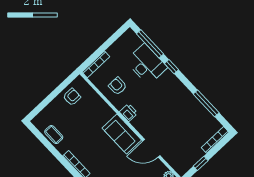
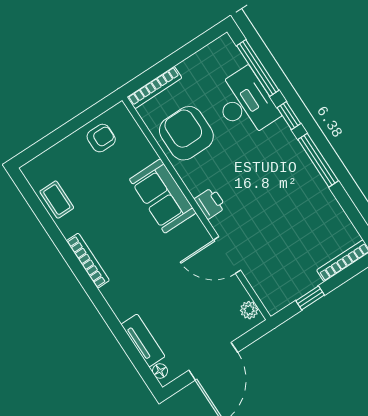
armchair: (118, 86) -> (186, 133), width x1.88, depth x1.88
window: (206, 103) -> (318, 160), moved
printer: (129, 112) -> (210, 203), moved
sofa: (122, 134) -> (163, 196), moved

